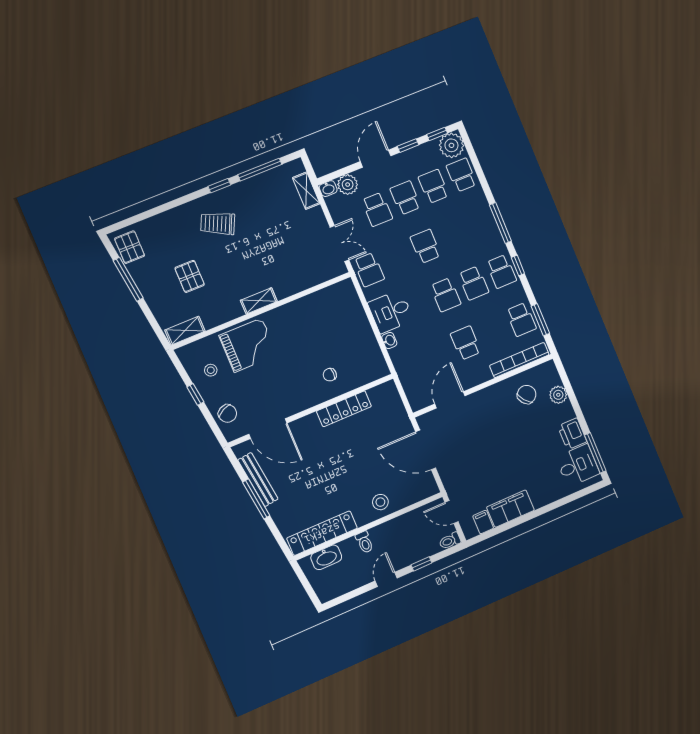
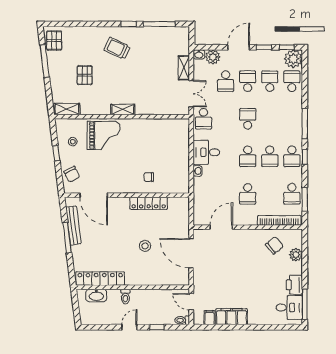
shelving: (306, 191) -> (184, 68), moved
school desk: (466, 343) -> (248, 194), turned 180
stool: (380, 502) -> (145, 246), moved

